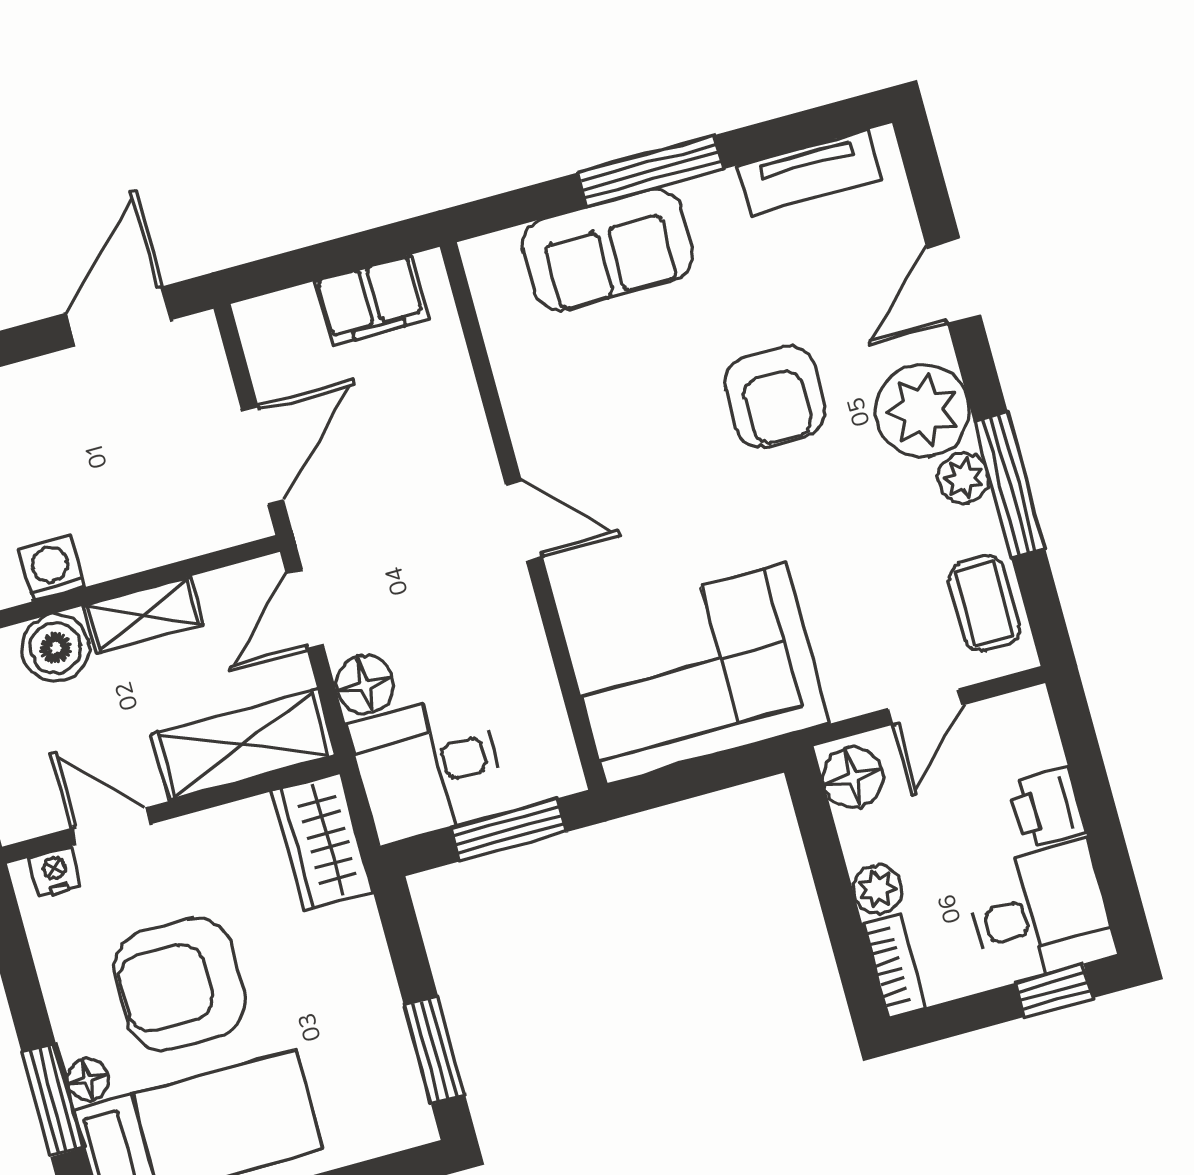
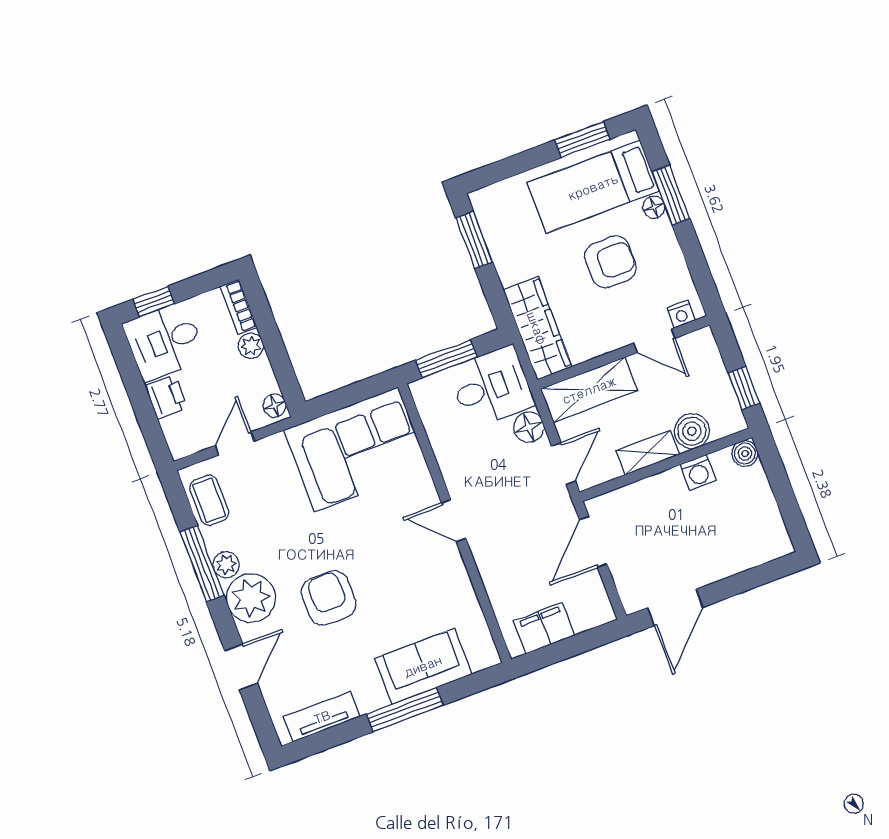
floor lamp: (853, 777) -> (275, 405), width x0.73, depth x0.73
wardrobe: (322, 841) -> (537, 328), width x1.50
armchair: (180, 984) -> (610, 262), width x0.73, depth x0.73

